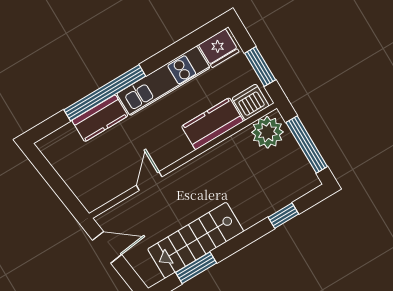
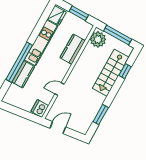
dishwasher: (251, 102) -> (40, 108), moved
door: (149, 181) -> (60, 89), hinge flipped
stairs: (196, 240) -> (111, 73), moved

